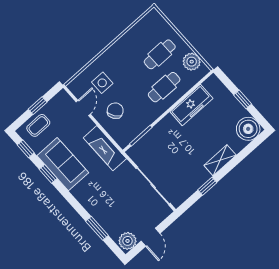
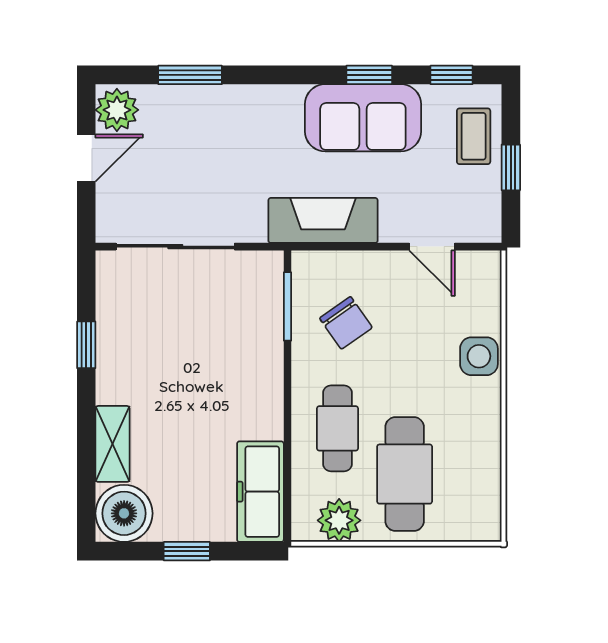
cafe table: (160, 54) -> (405, 474), width x1.37, depth x1.35
side table: (102, 83) -> (479, 356), moved
freezer: (191, 105) -> (260, 492), moved
chair: (115, 111) -> (346, 323), moved
shelving: (220, 160) -> (113, 444), moved
door: (150, 237) -> (86, 158), swing flipped

